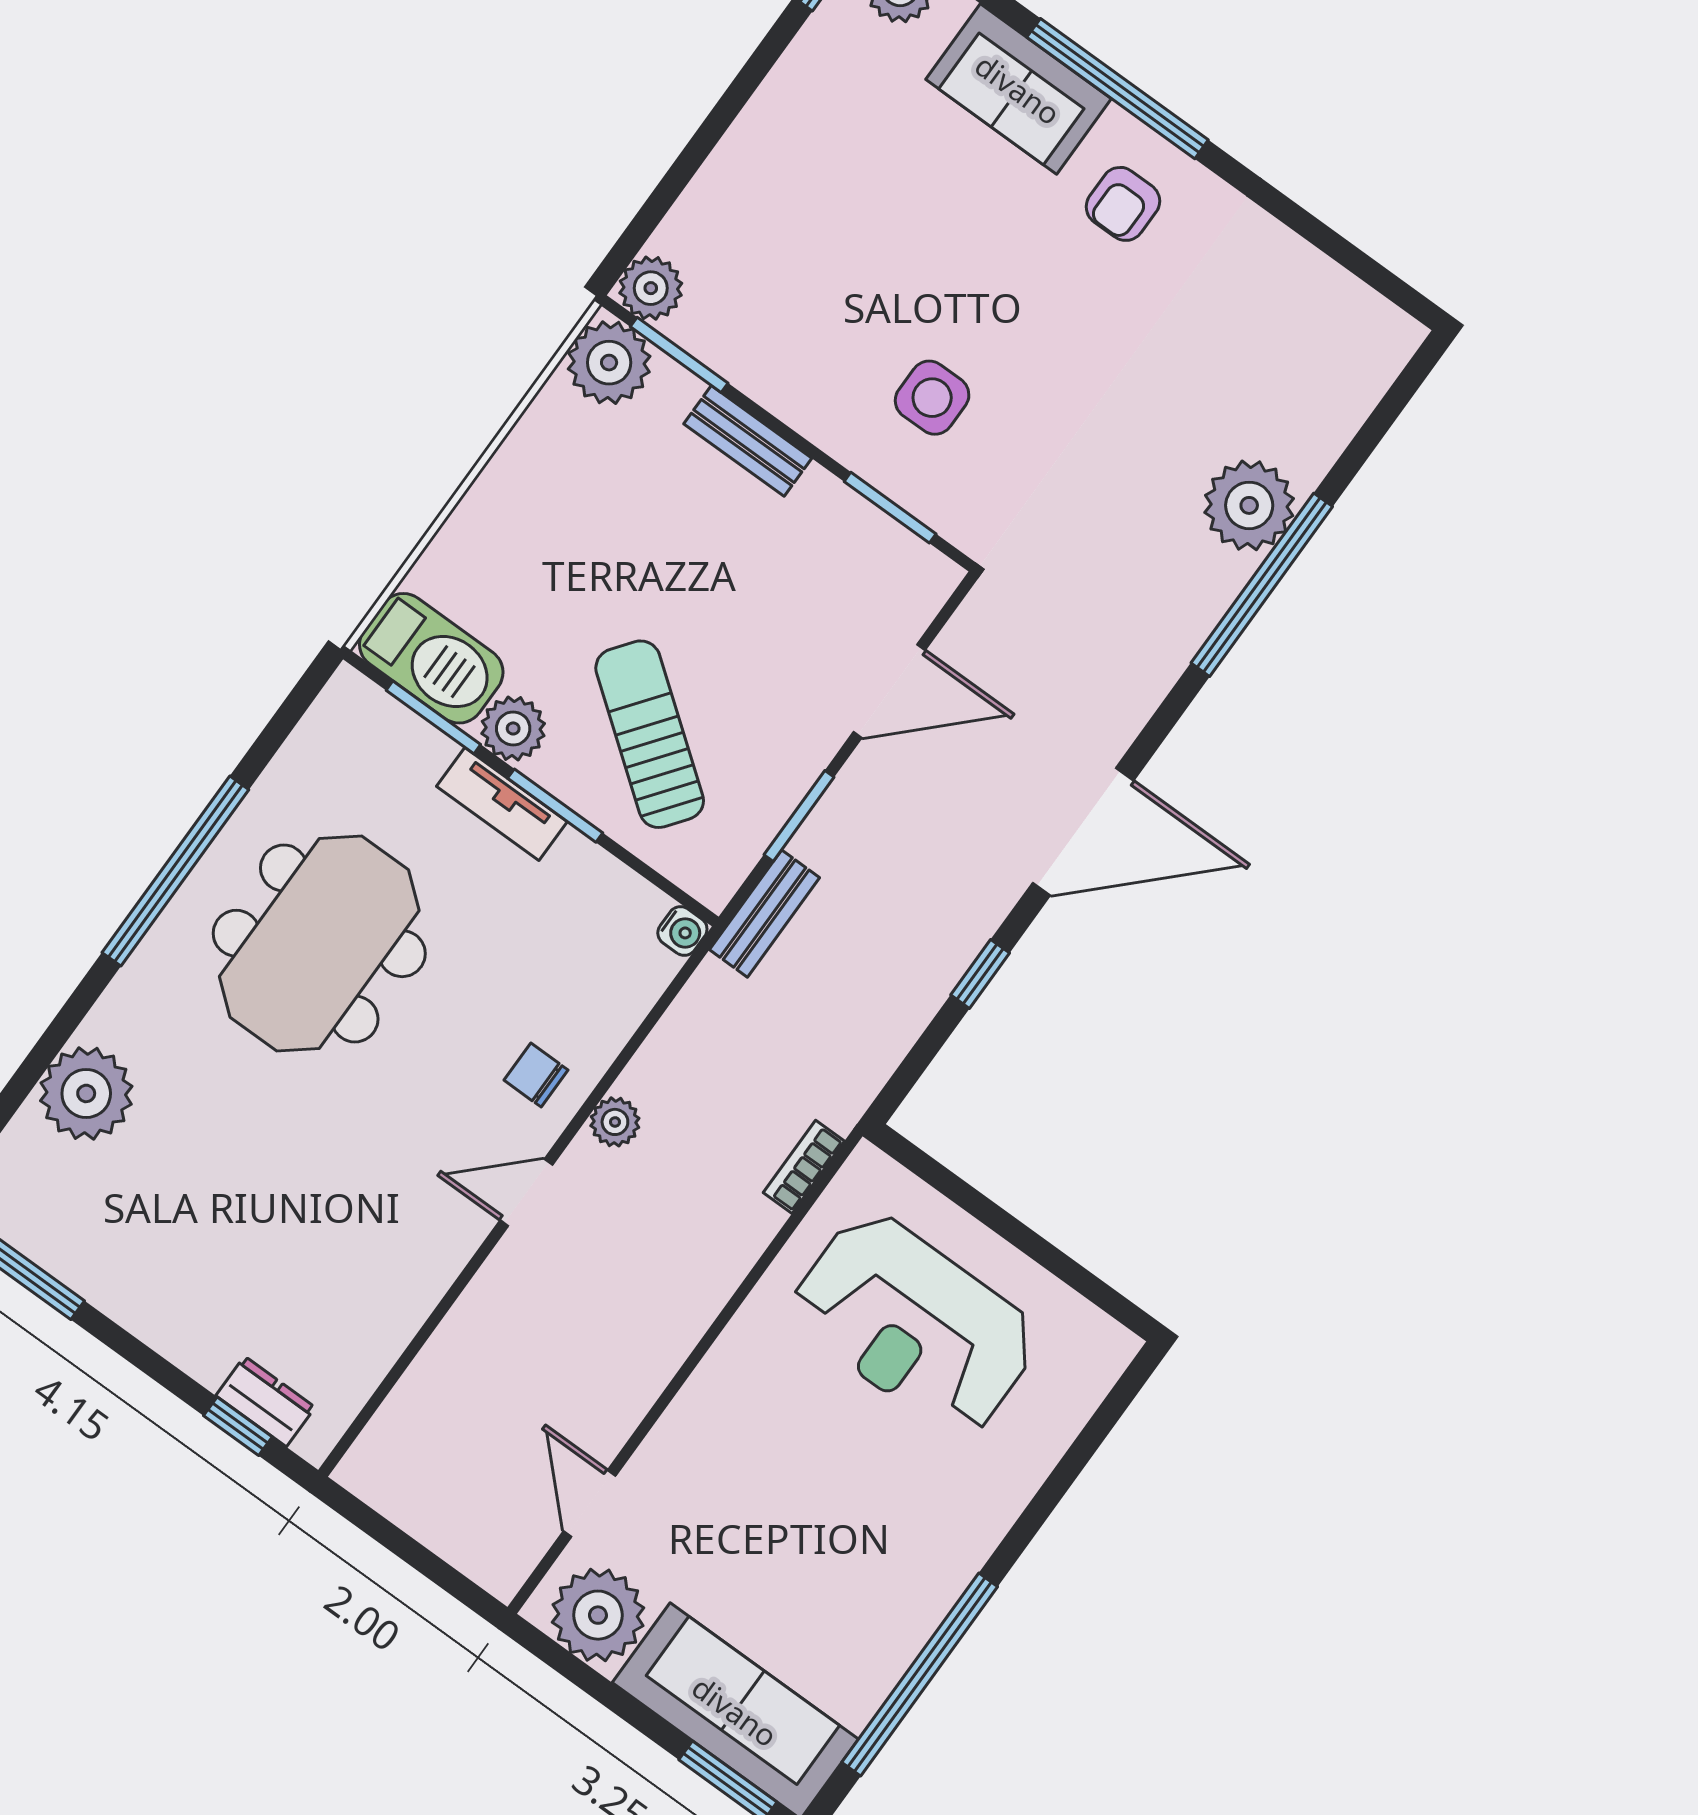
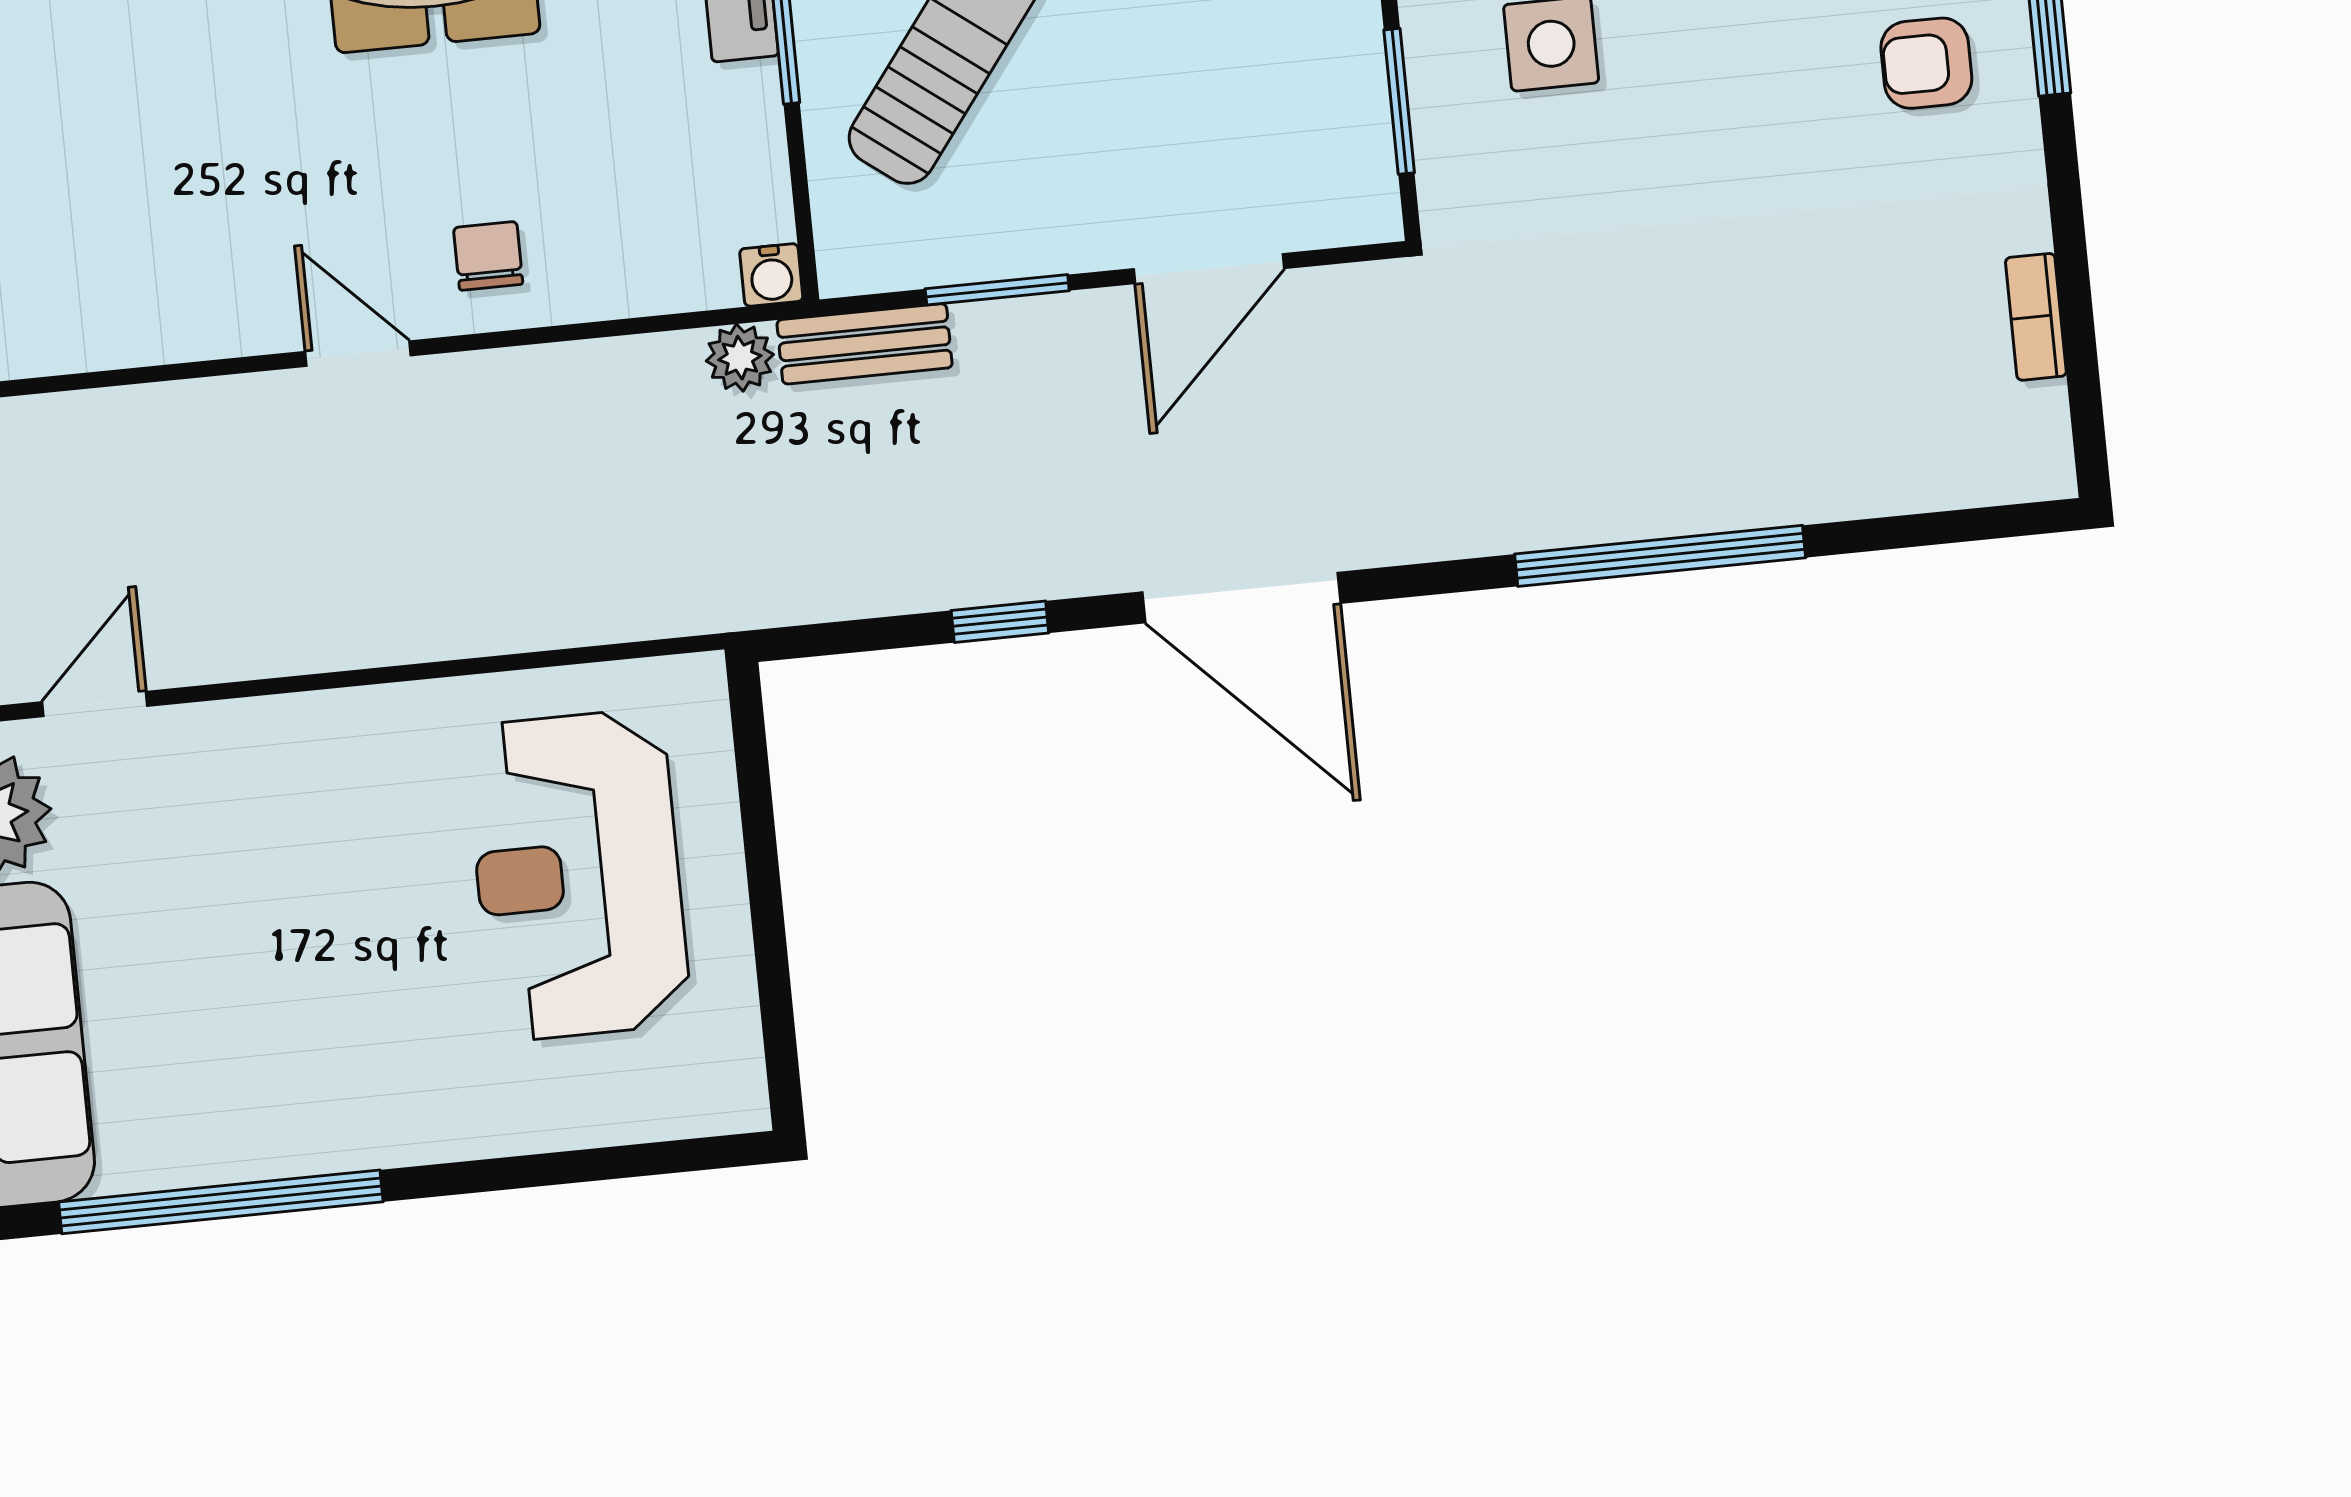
plant: (1249, 505) -> (1731, 470), removed
door: (889, 691) -> (1209, 269), hinge flipped
plant: (615, 1122) -> (740, 358), moved
bookcase: (804, 1167) -> (2036, 317), moved, turned -90

